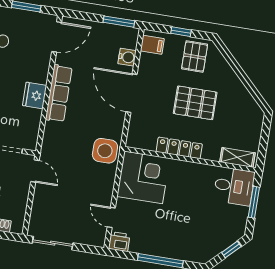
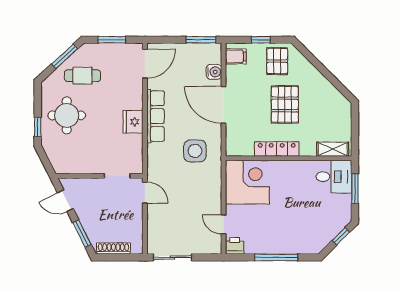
pallet: (195, 103) -> (285, 104), turned 90
side table: (105, 151) -> (195, 151), moved

